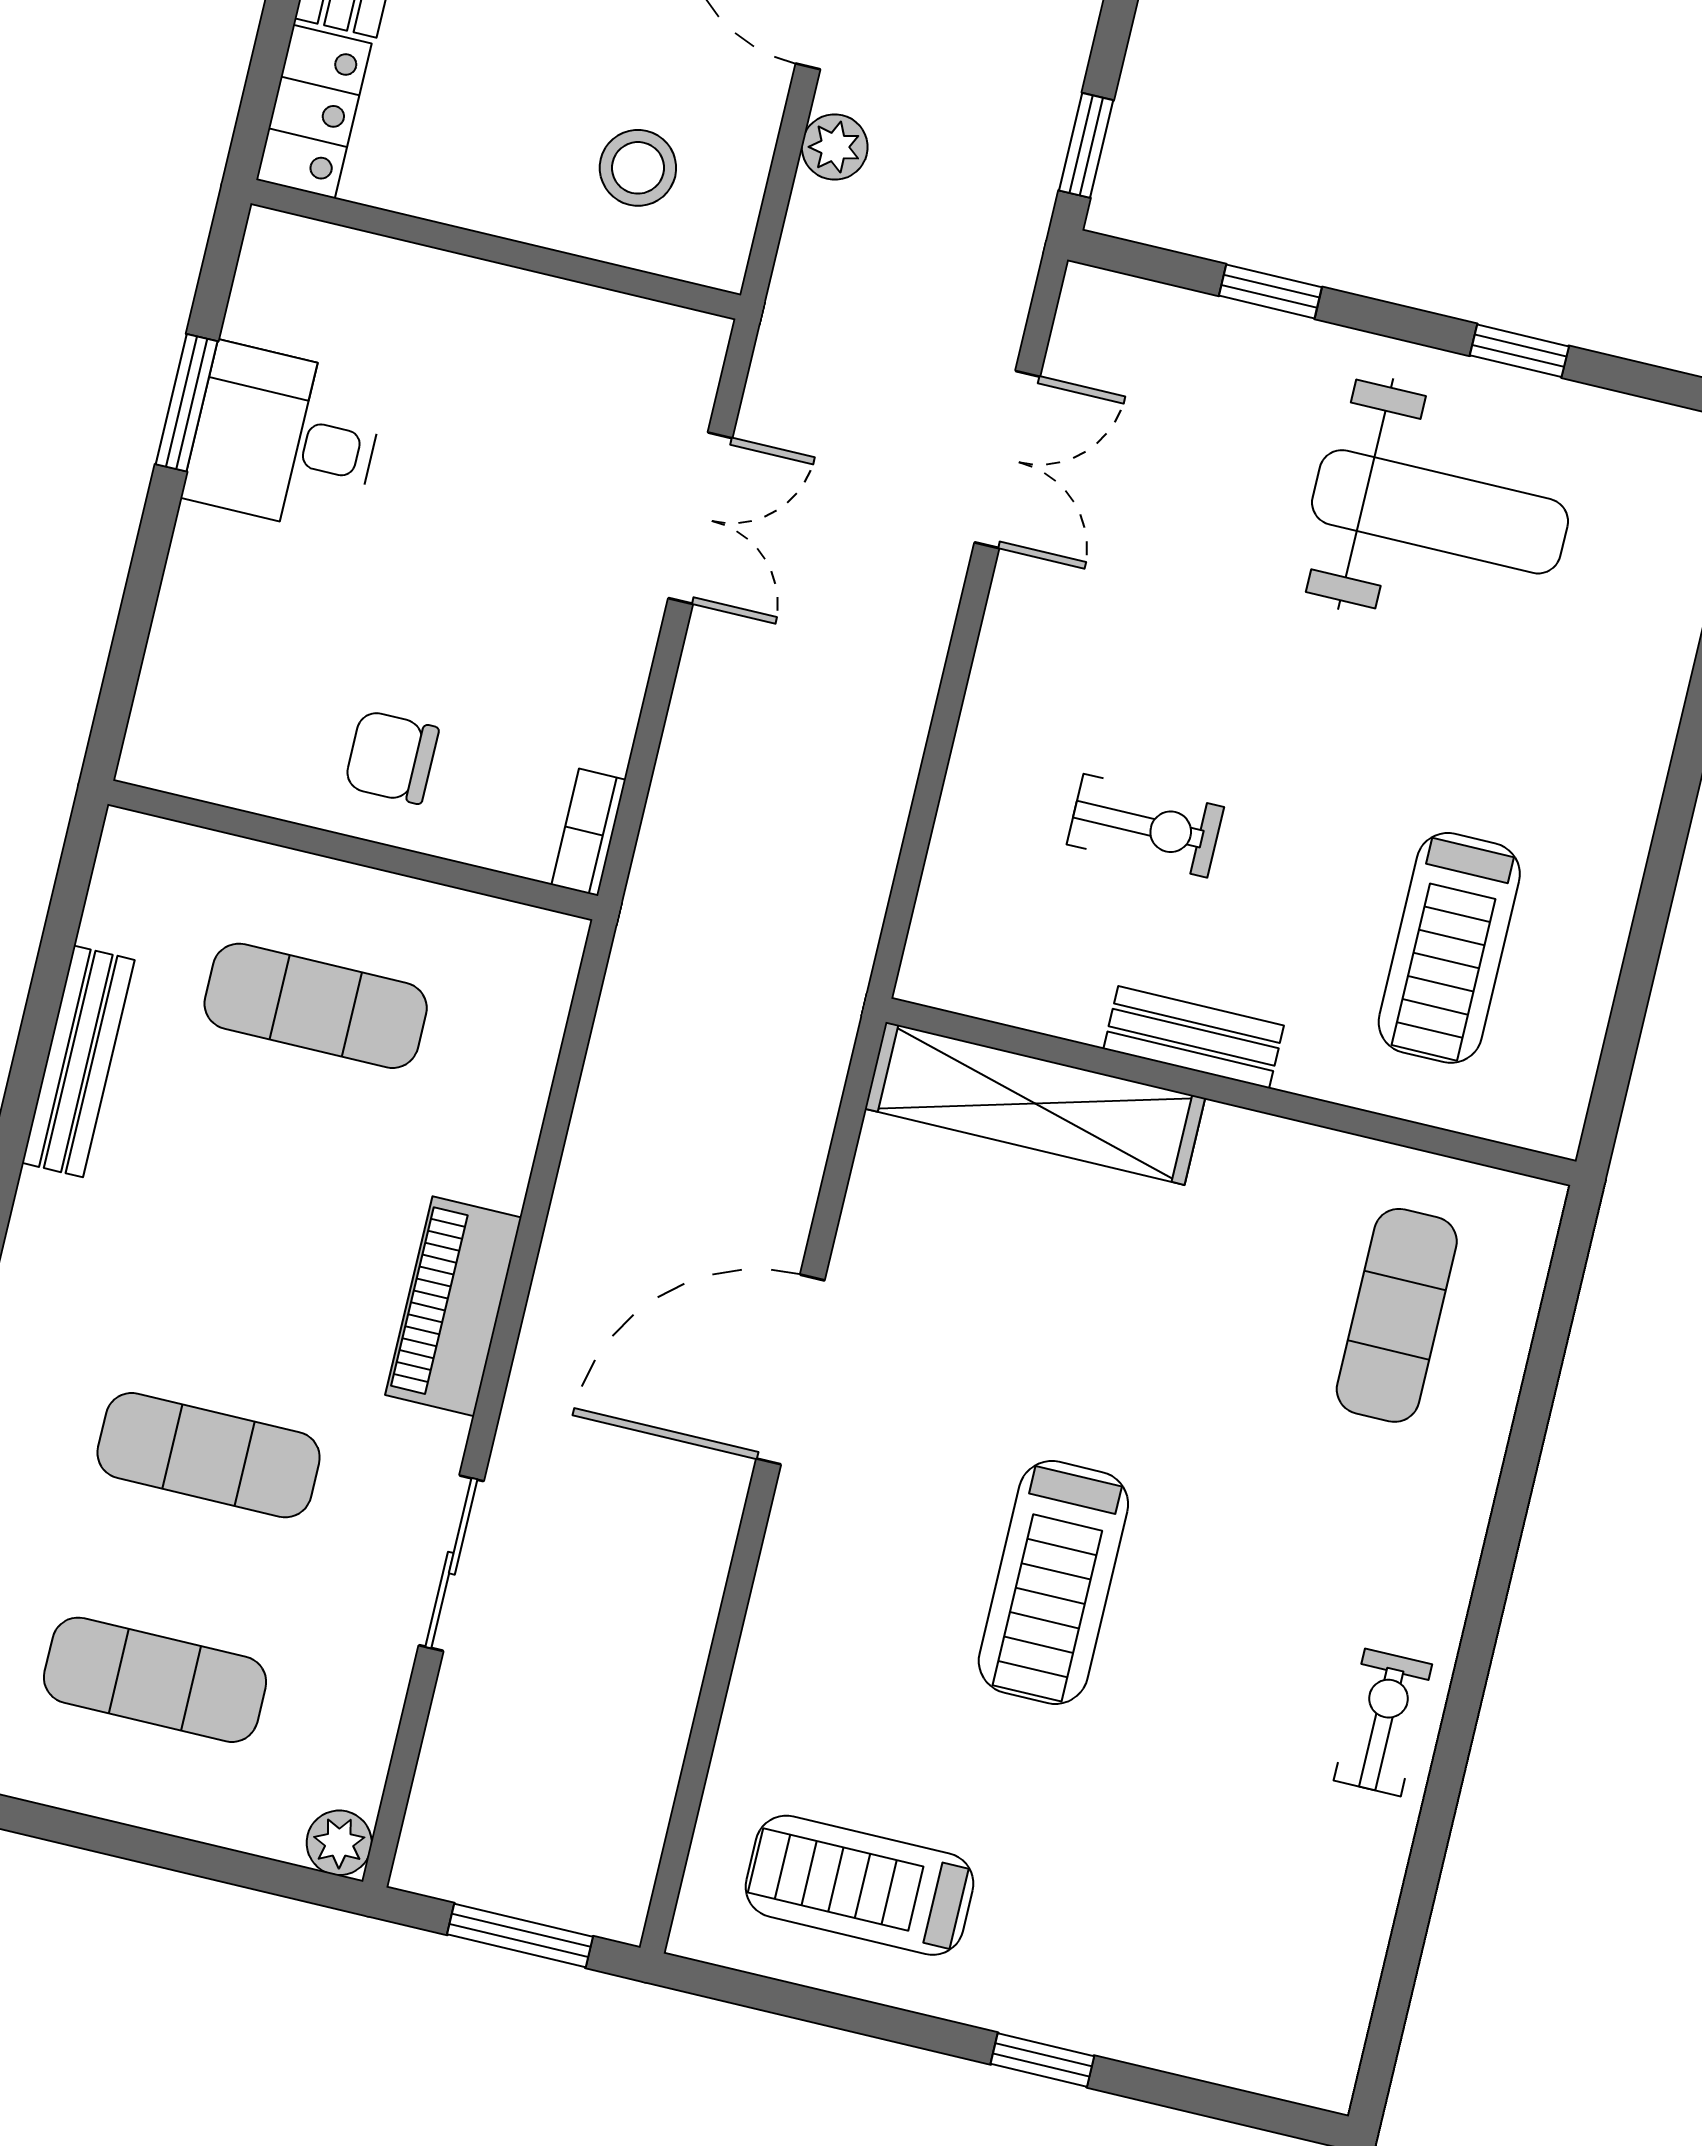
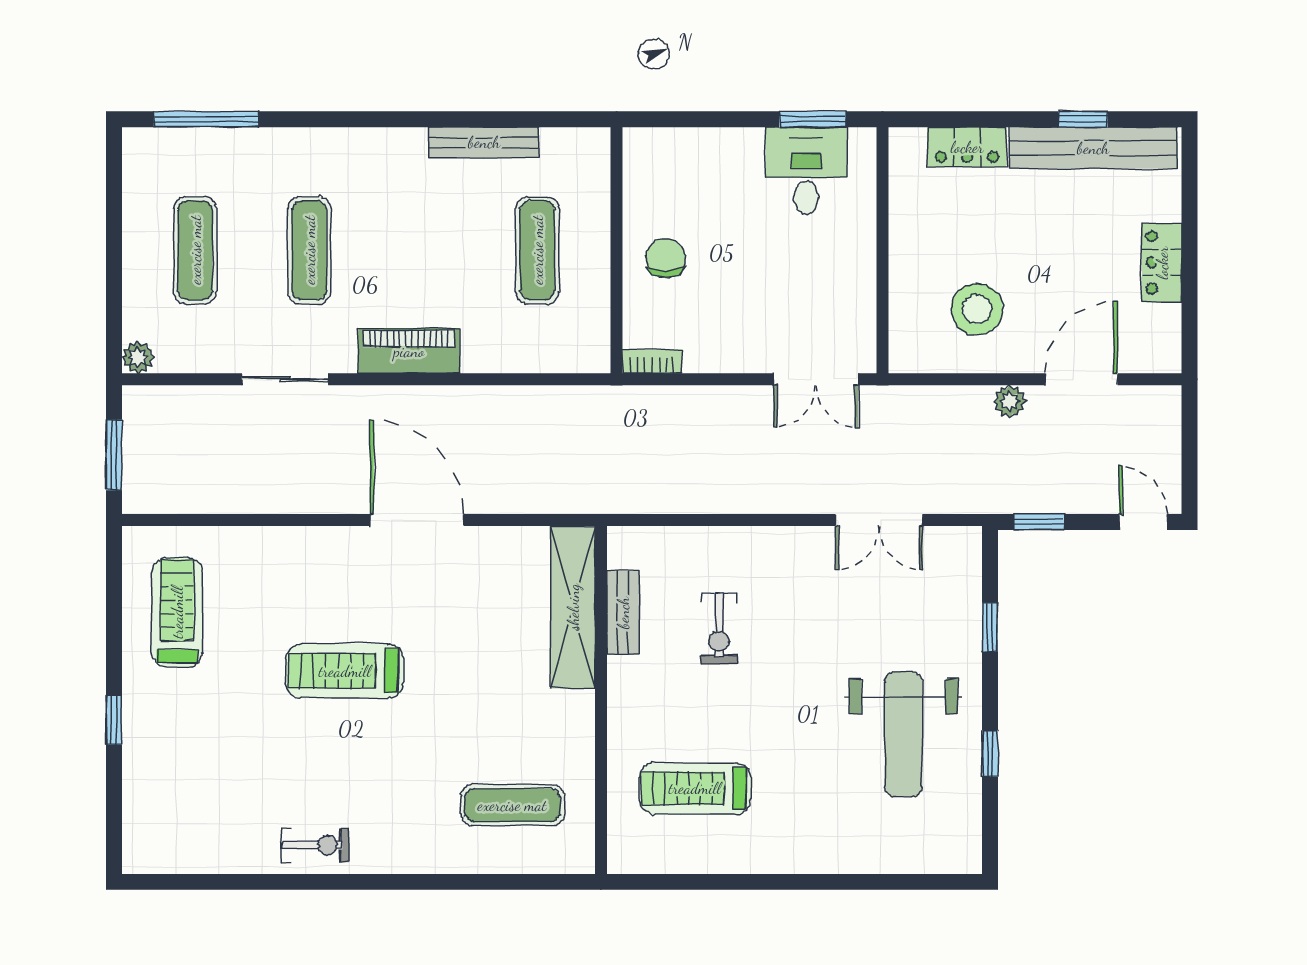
stool: (638, 168) -> (977, 309), width x1.38, depth x1.38
wall: (496, 249) -> (883, 250), moved
bench: (1194, 1037) -> (623, 613), moved

